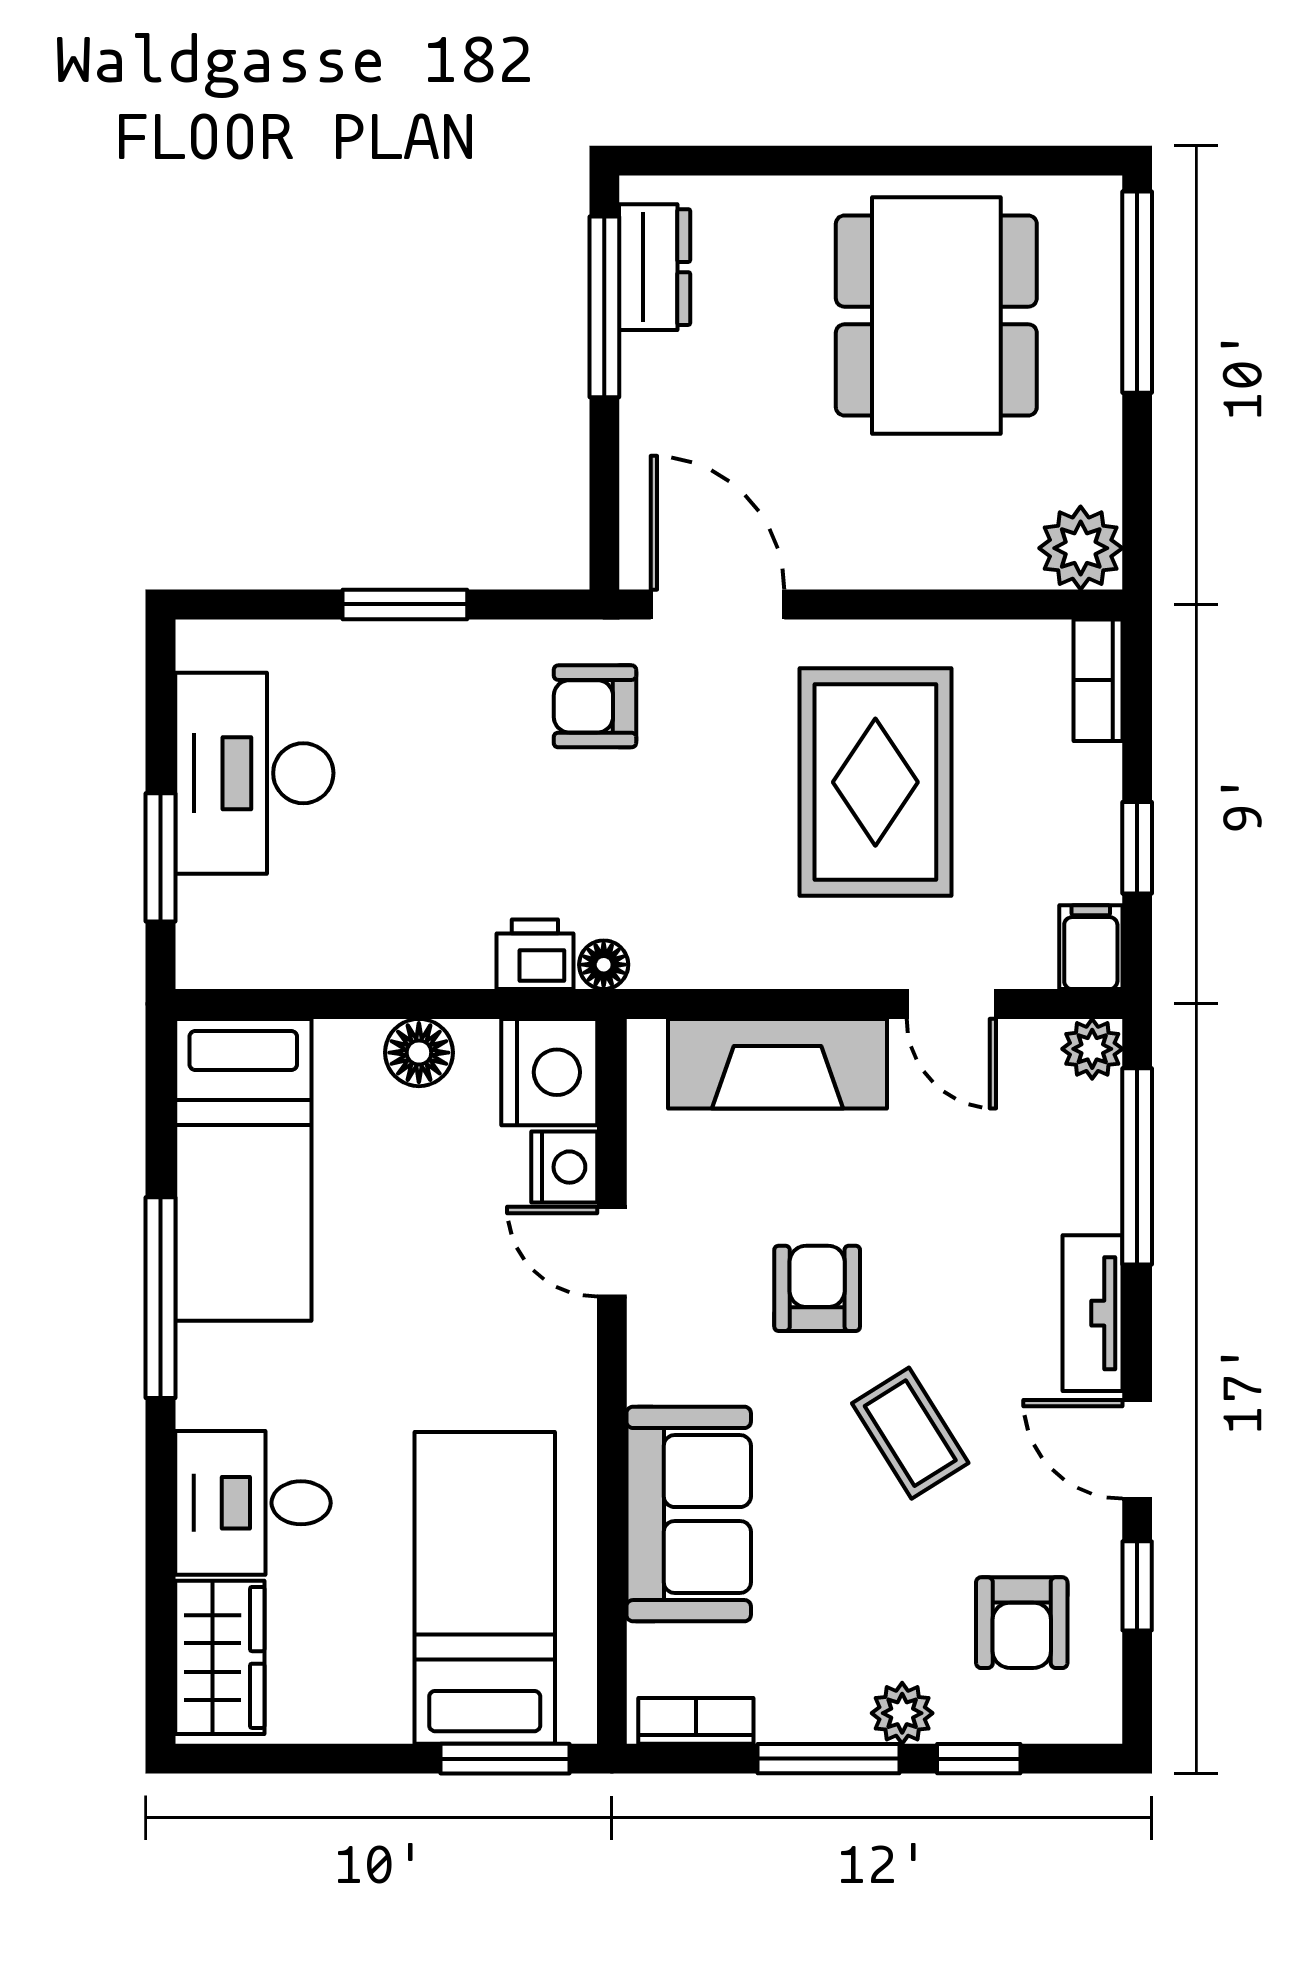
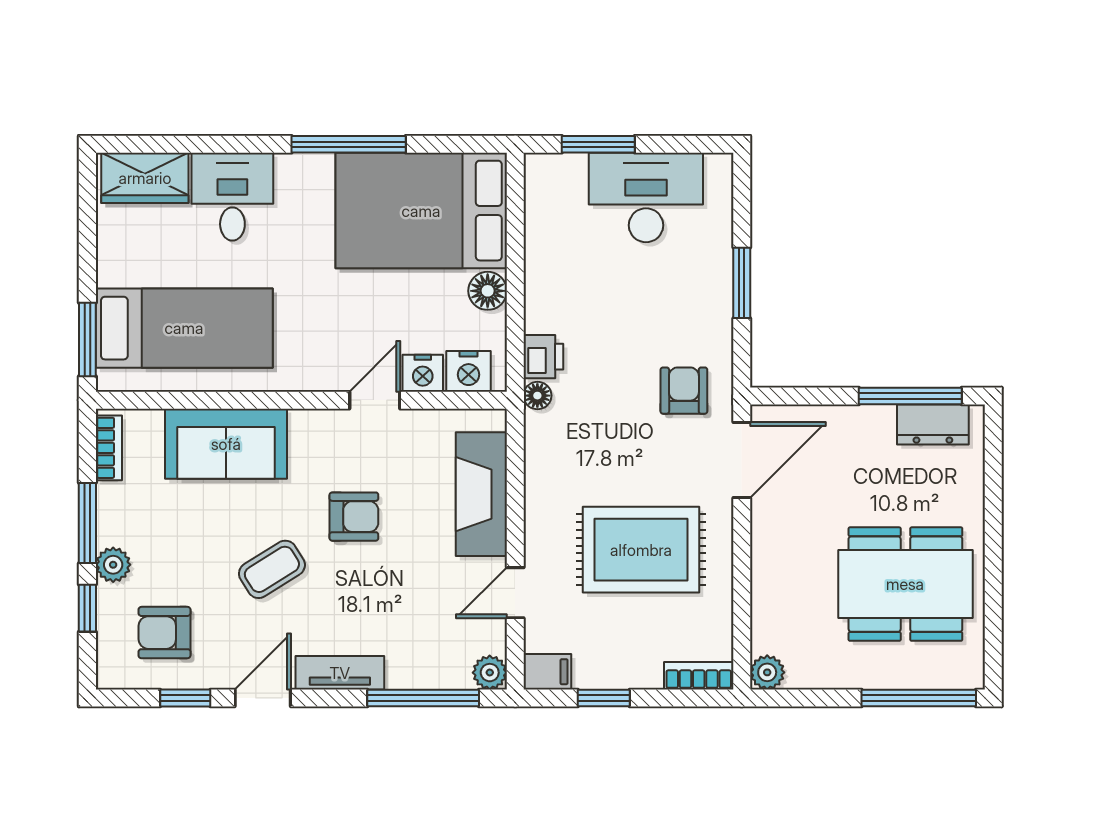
plant: (1081, 548) -> (767, 672), width x0.73, depth x0.73
nightstand: (549, 1072) -> (469, 371), width x0.74, depth x0.75
bed: (243, 1170) -> (421, 211), width x1.50

